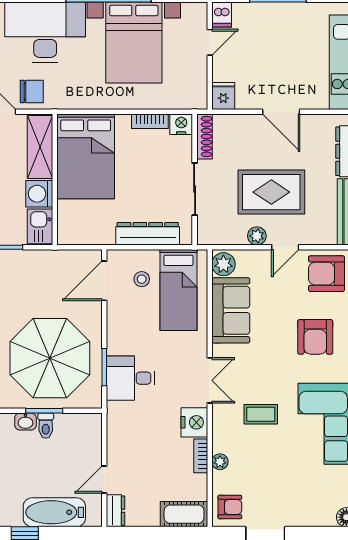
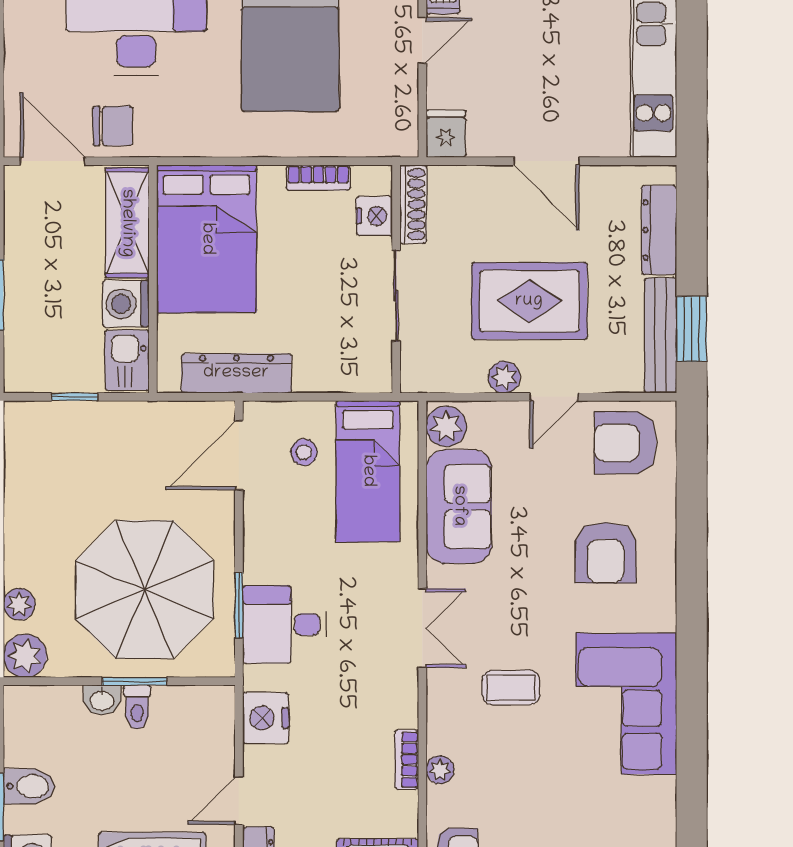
nightstand: (181, 124) -> (374, 216), moved, turned 90
dresser: (148, 234) -> (236, 373), moved
nightstand: (194, 422) -> (266, 718), moved, turned 180

